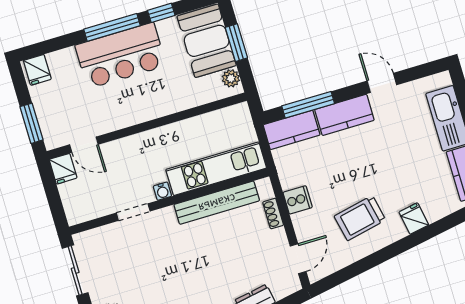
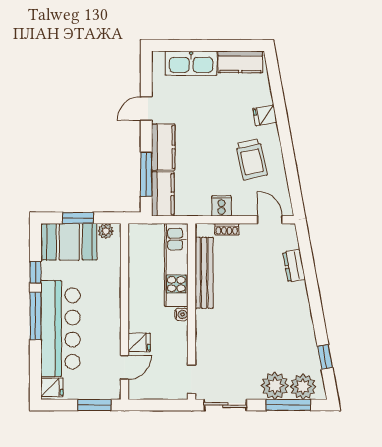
bar counter: (121, 56) -> (60, 329), width x1.36
fridge: (63, 169) -> (139, 342), moved
doorway: (133, 212) -> (192, 379), moved

